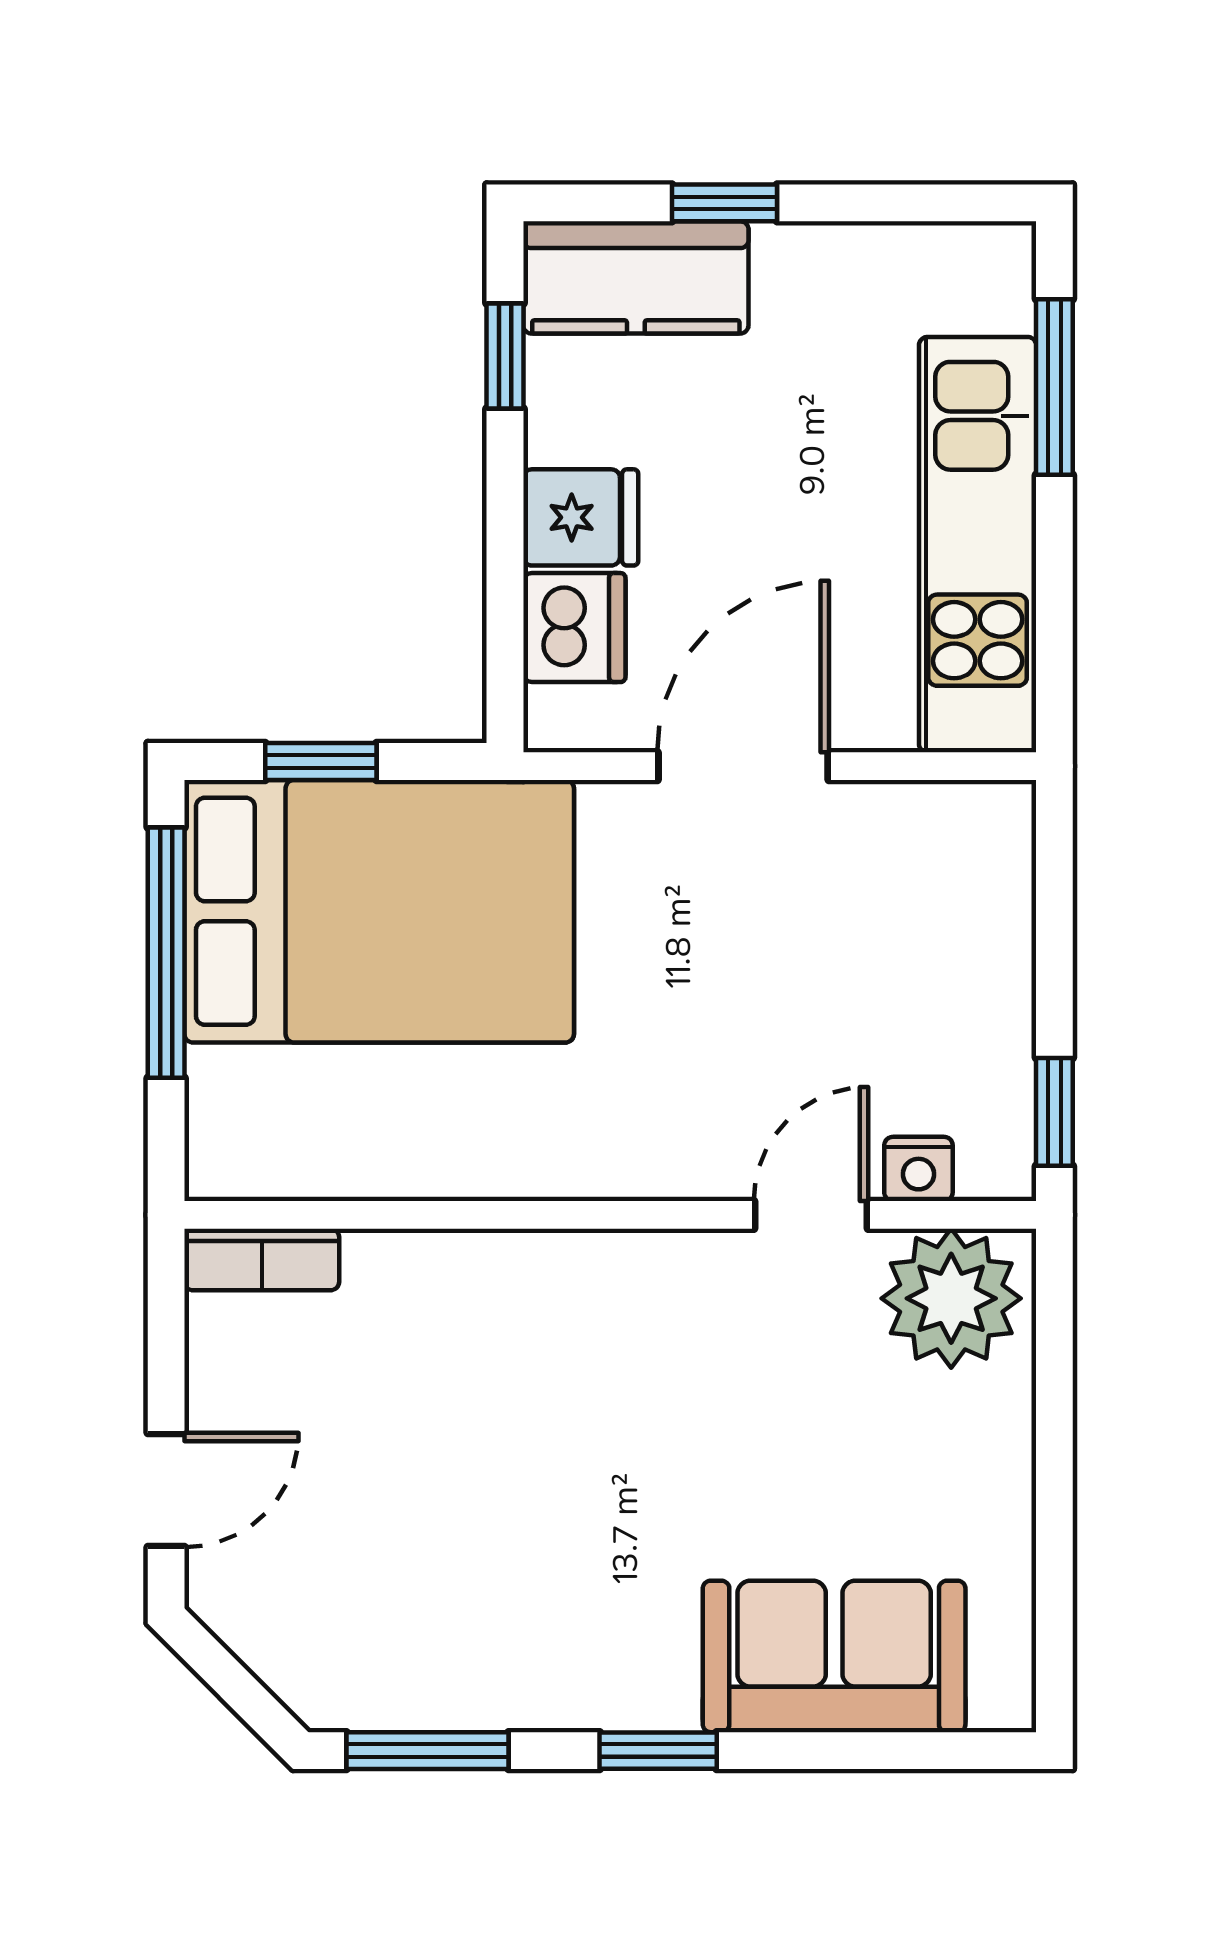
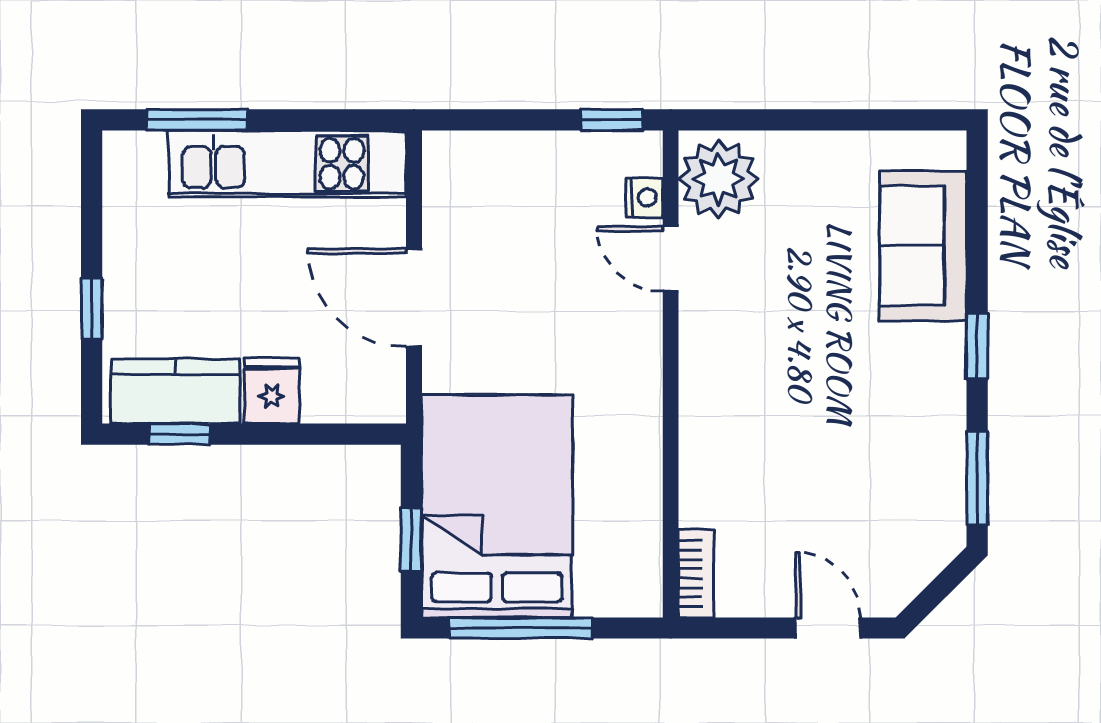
kitchen counter: (636, 277) -> (175, 391), moved, turned -90
dishwasher: (574, 628) -> (335, 394), removed

